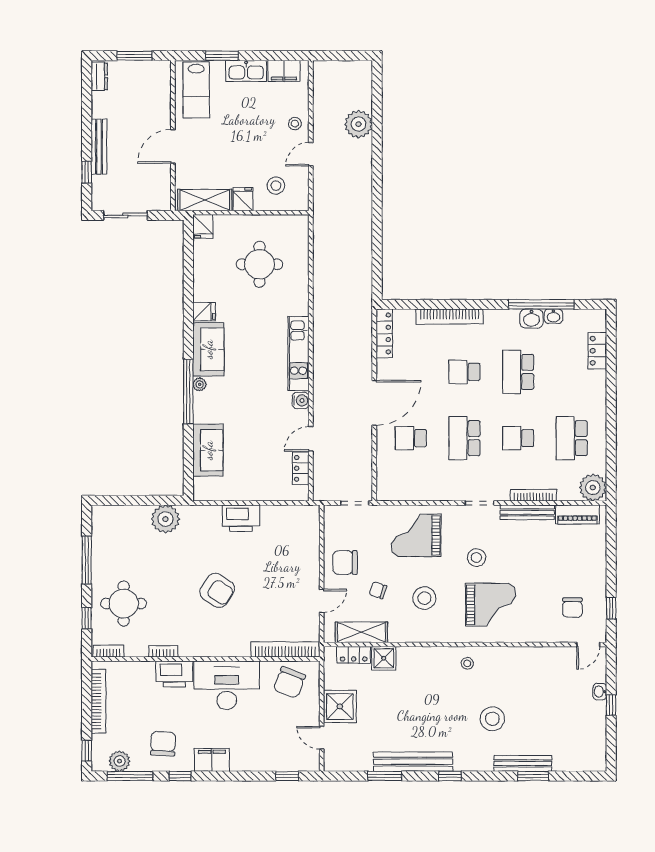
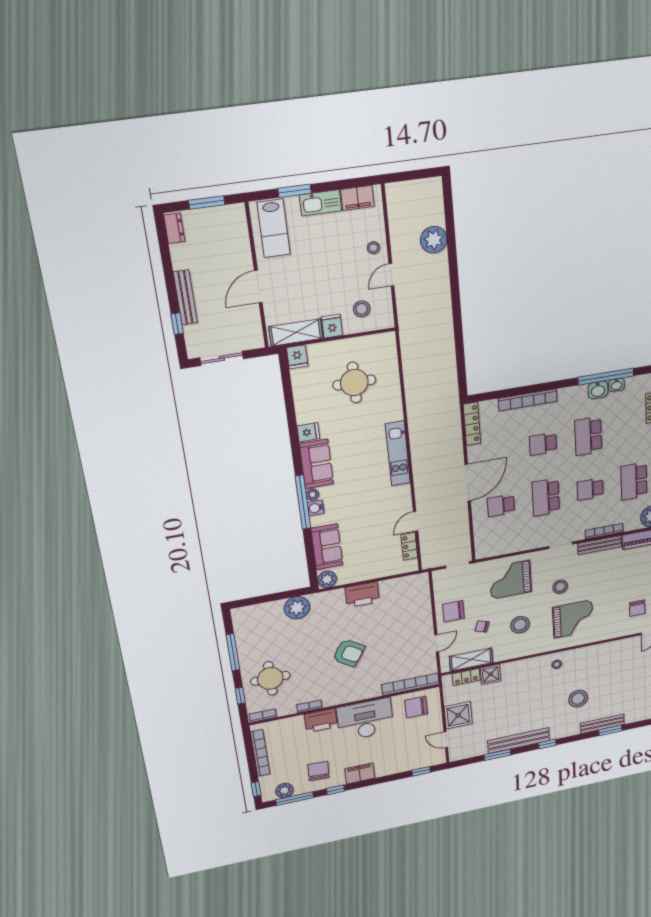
water cooler: (301, 400) -> (316, 508), moved, turned 180
plant: (203, 491) -> (327, 579), added
chair: (289, 683) -> (416, 707), turned 69

